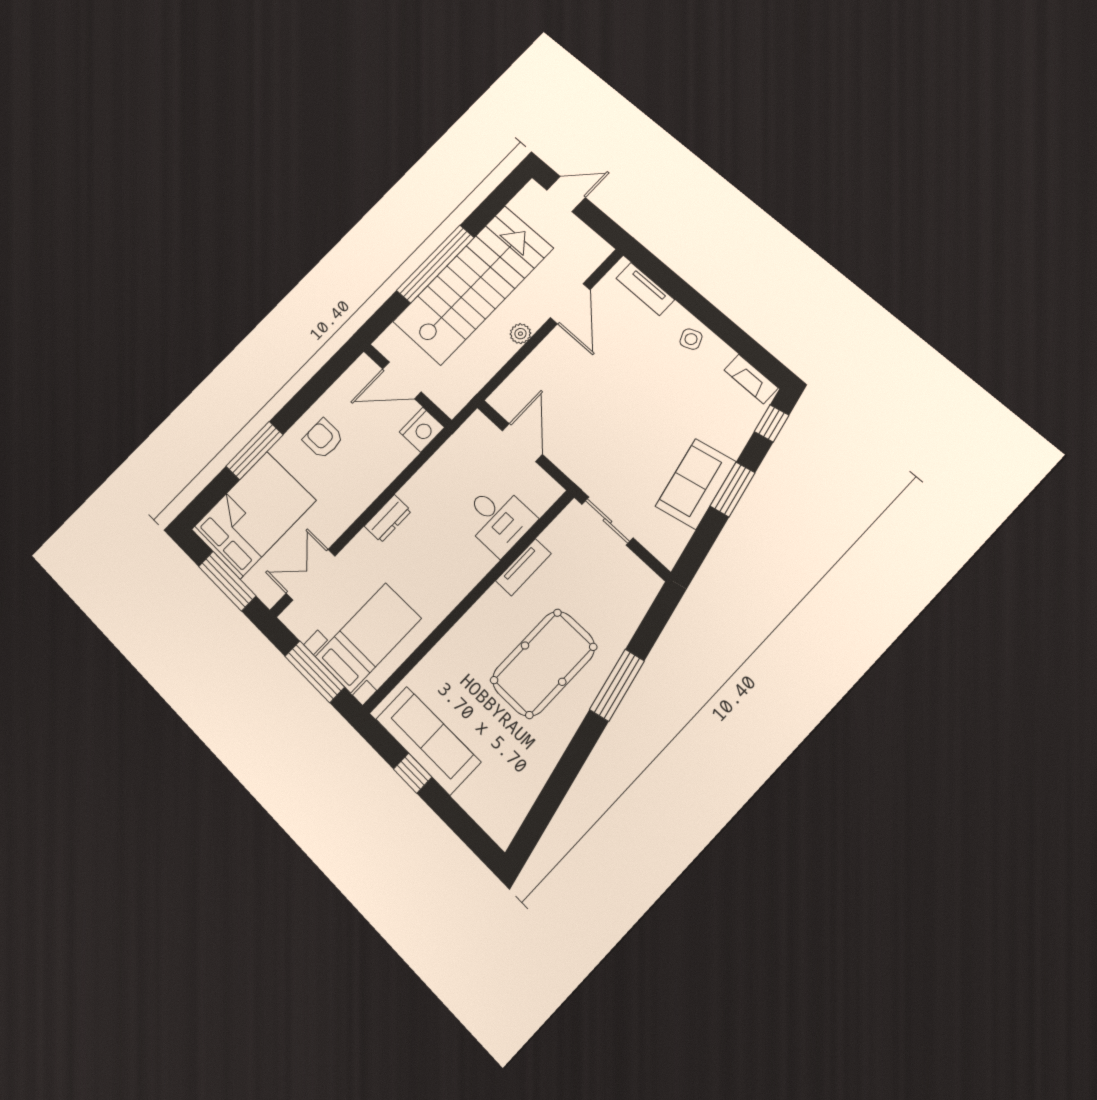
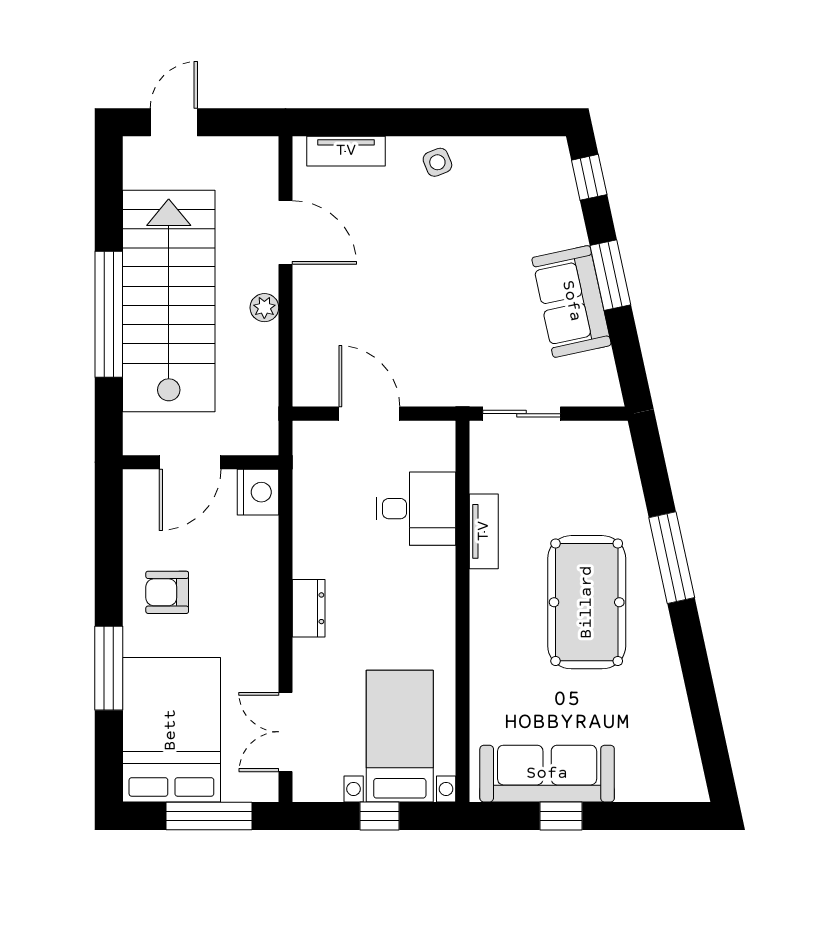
fireplace: (751, 379) -> (531, 151), removed
window: (315, 672) -> (379, 816), width x0.46

